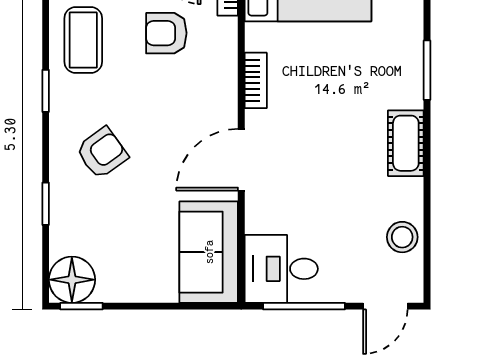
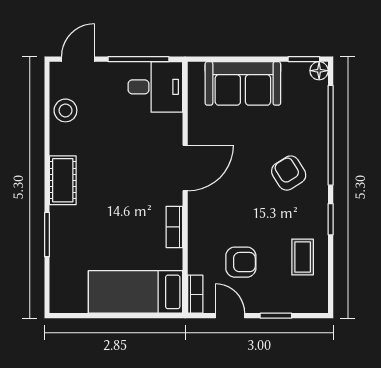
coffee table: (83, 40) -> (303, 257), width x0.73, depth x0.77
armchair: (102, 153) -> (289, 173), turned 94
window: (46, 204) -> (331, 135), width x3.17
sofa: (209, 252) -> (243, 83), moved, turned 90
floor lamp: (72, 280) -> (319, 71), width x0.53, depth x0.53

